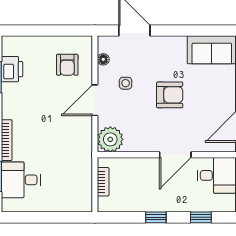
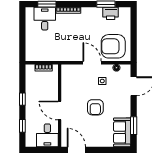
window: (200, 31) -> (134, 126), added
armchair: (67, 65) -> (113, 46), width x1.88, depth x1.88
plant: (110, 139) -> (69, 72), removed

